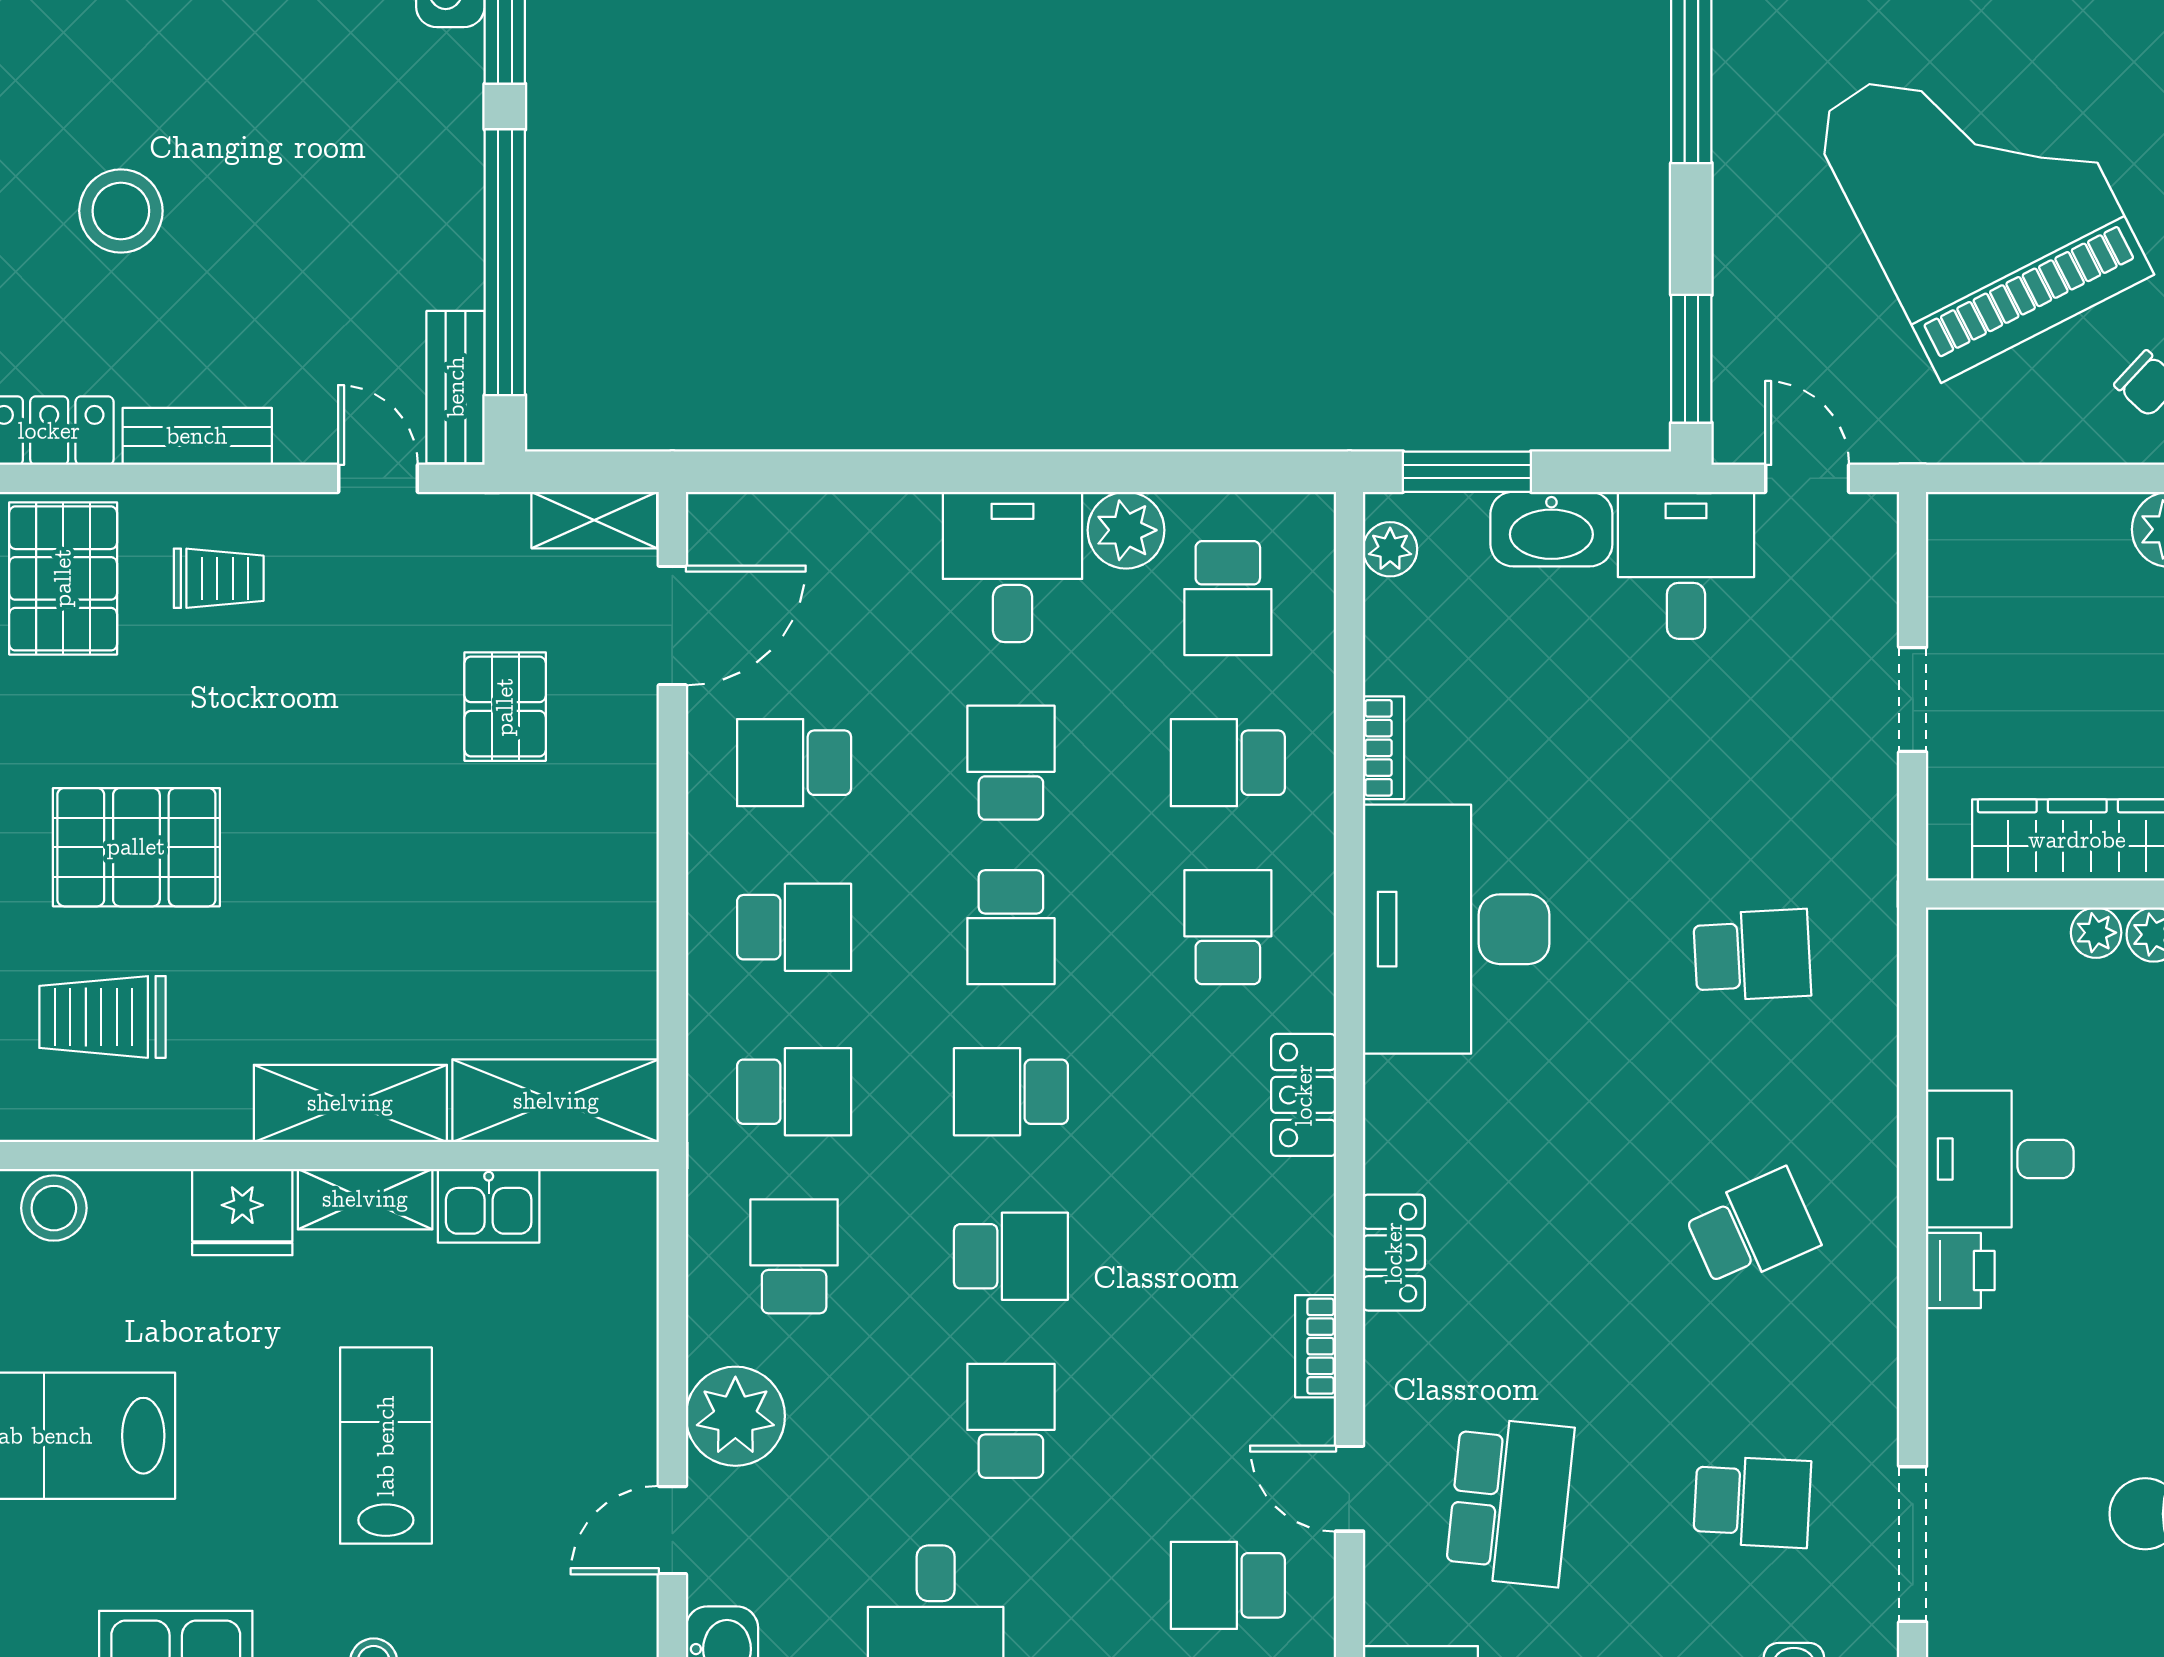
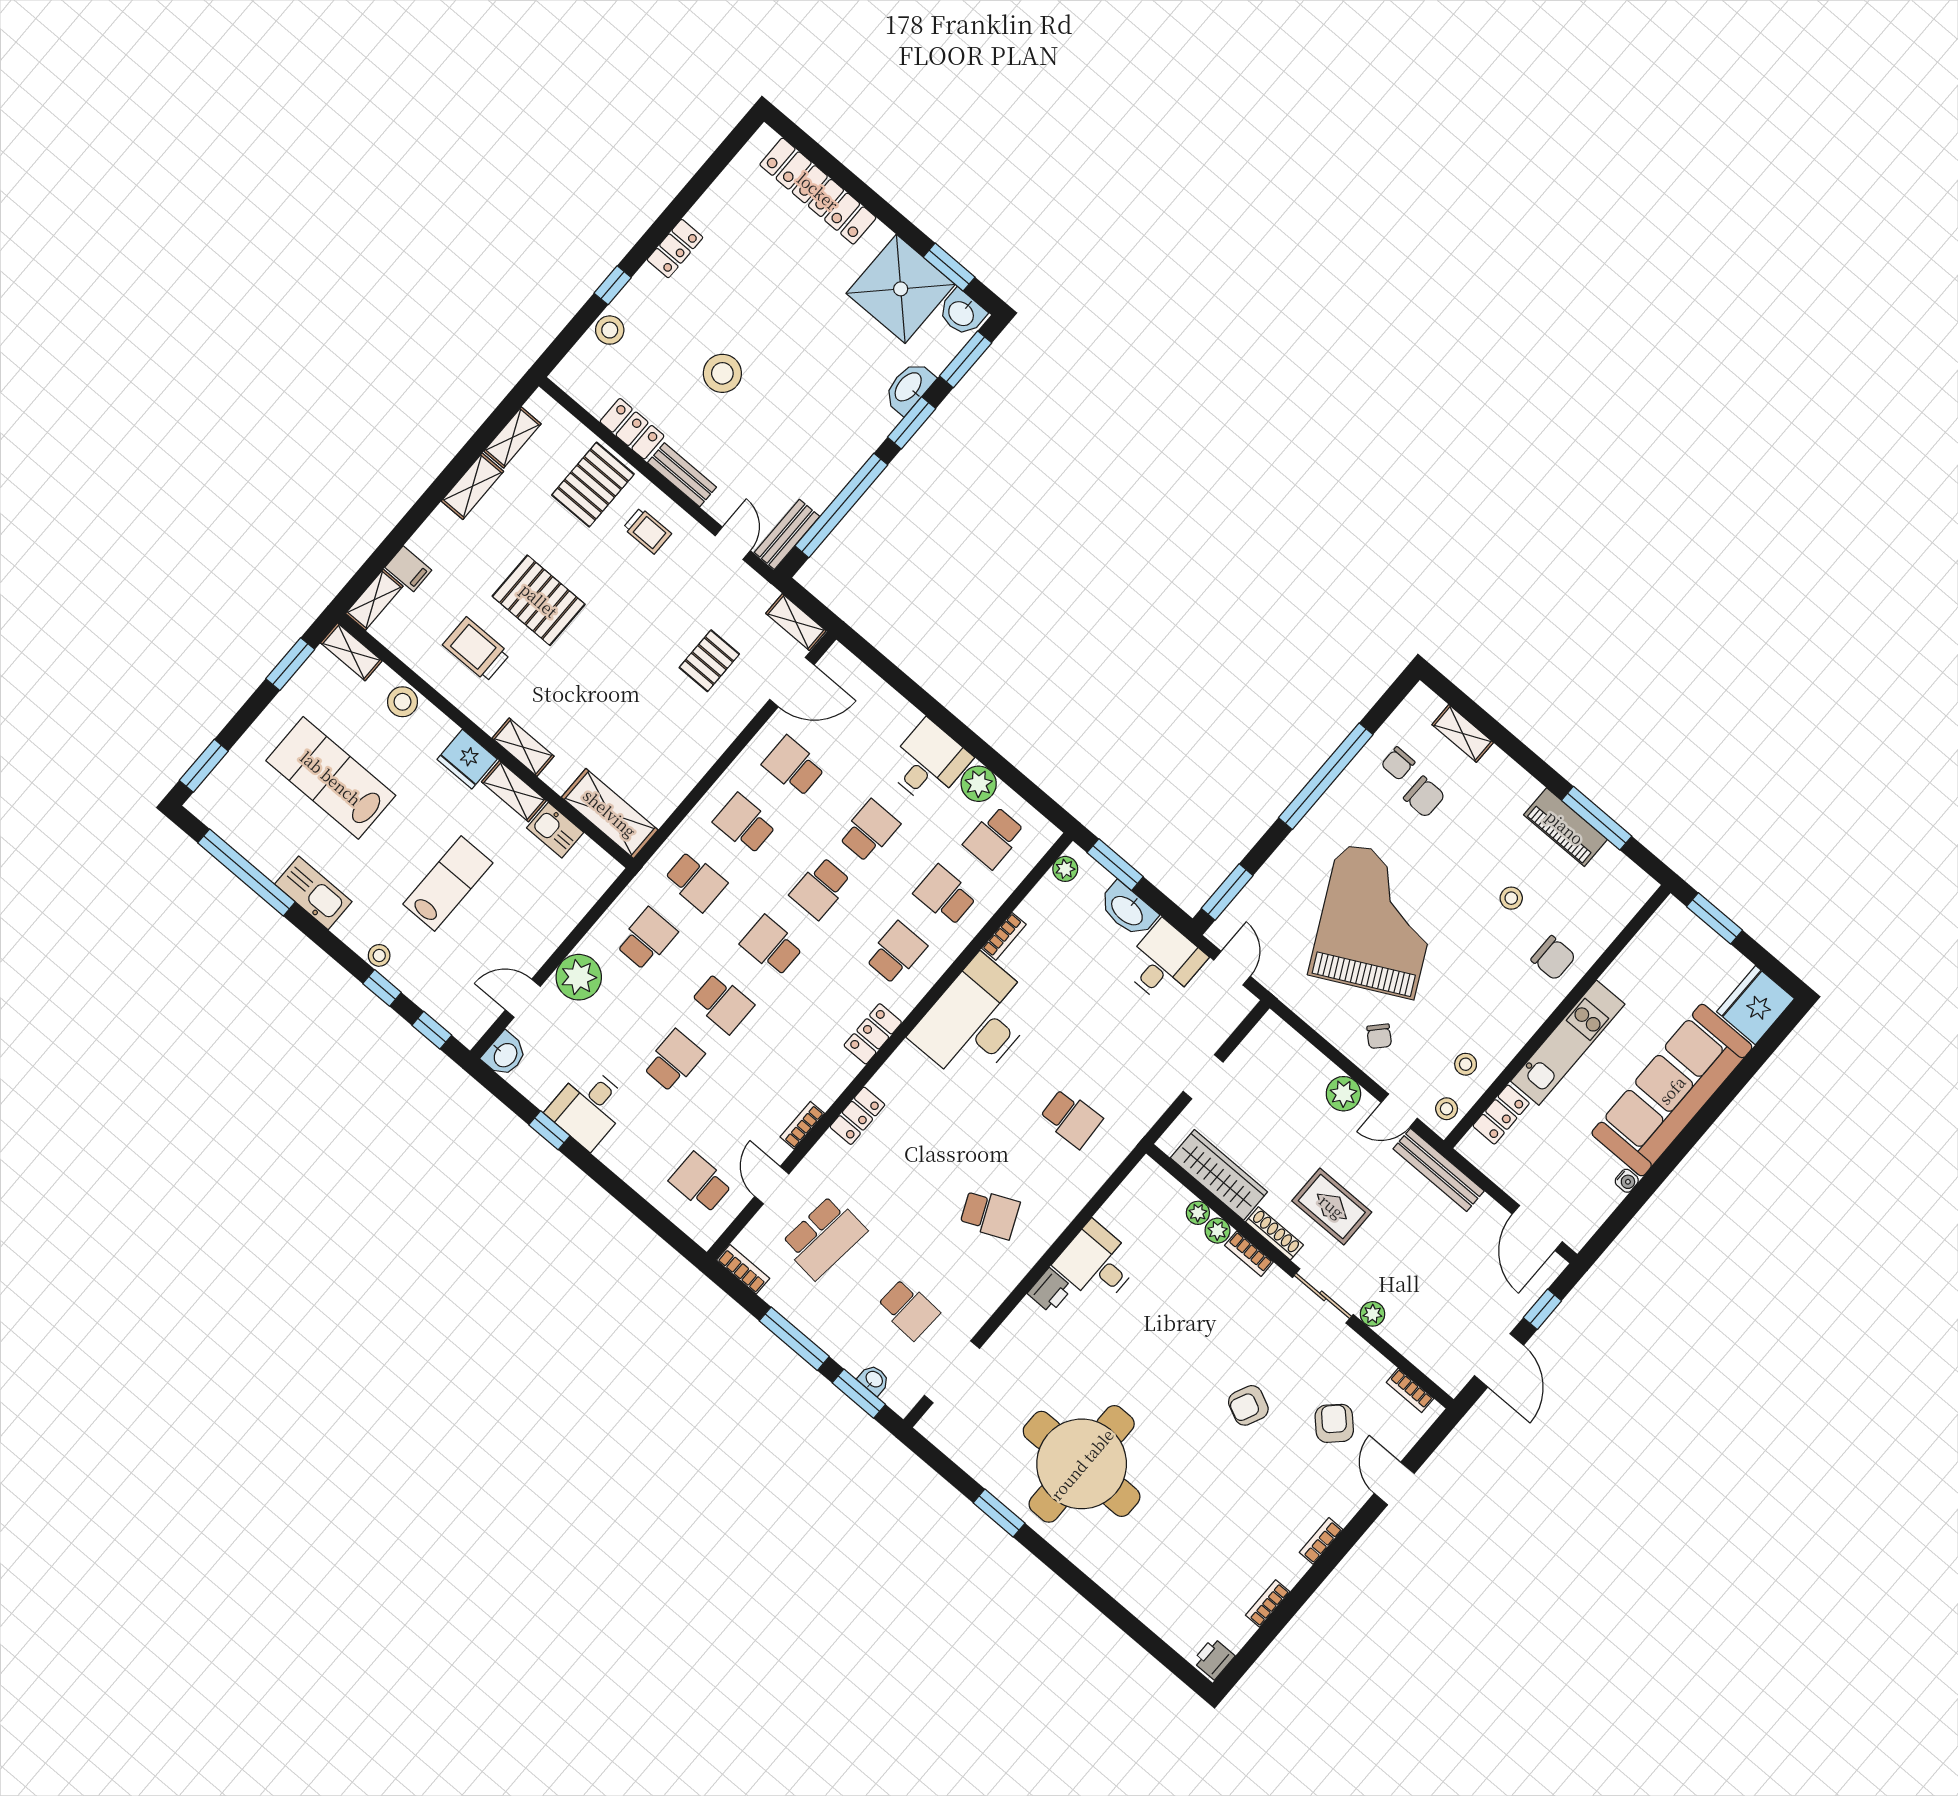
school desk: (794, 927) -> (745, 824), turned 180
shelving: (350, 1103) -> (523, 747), width x0.67, depth x0.75

